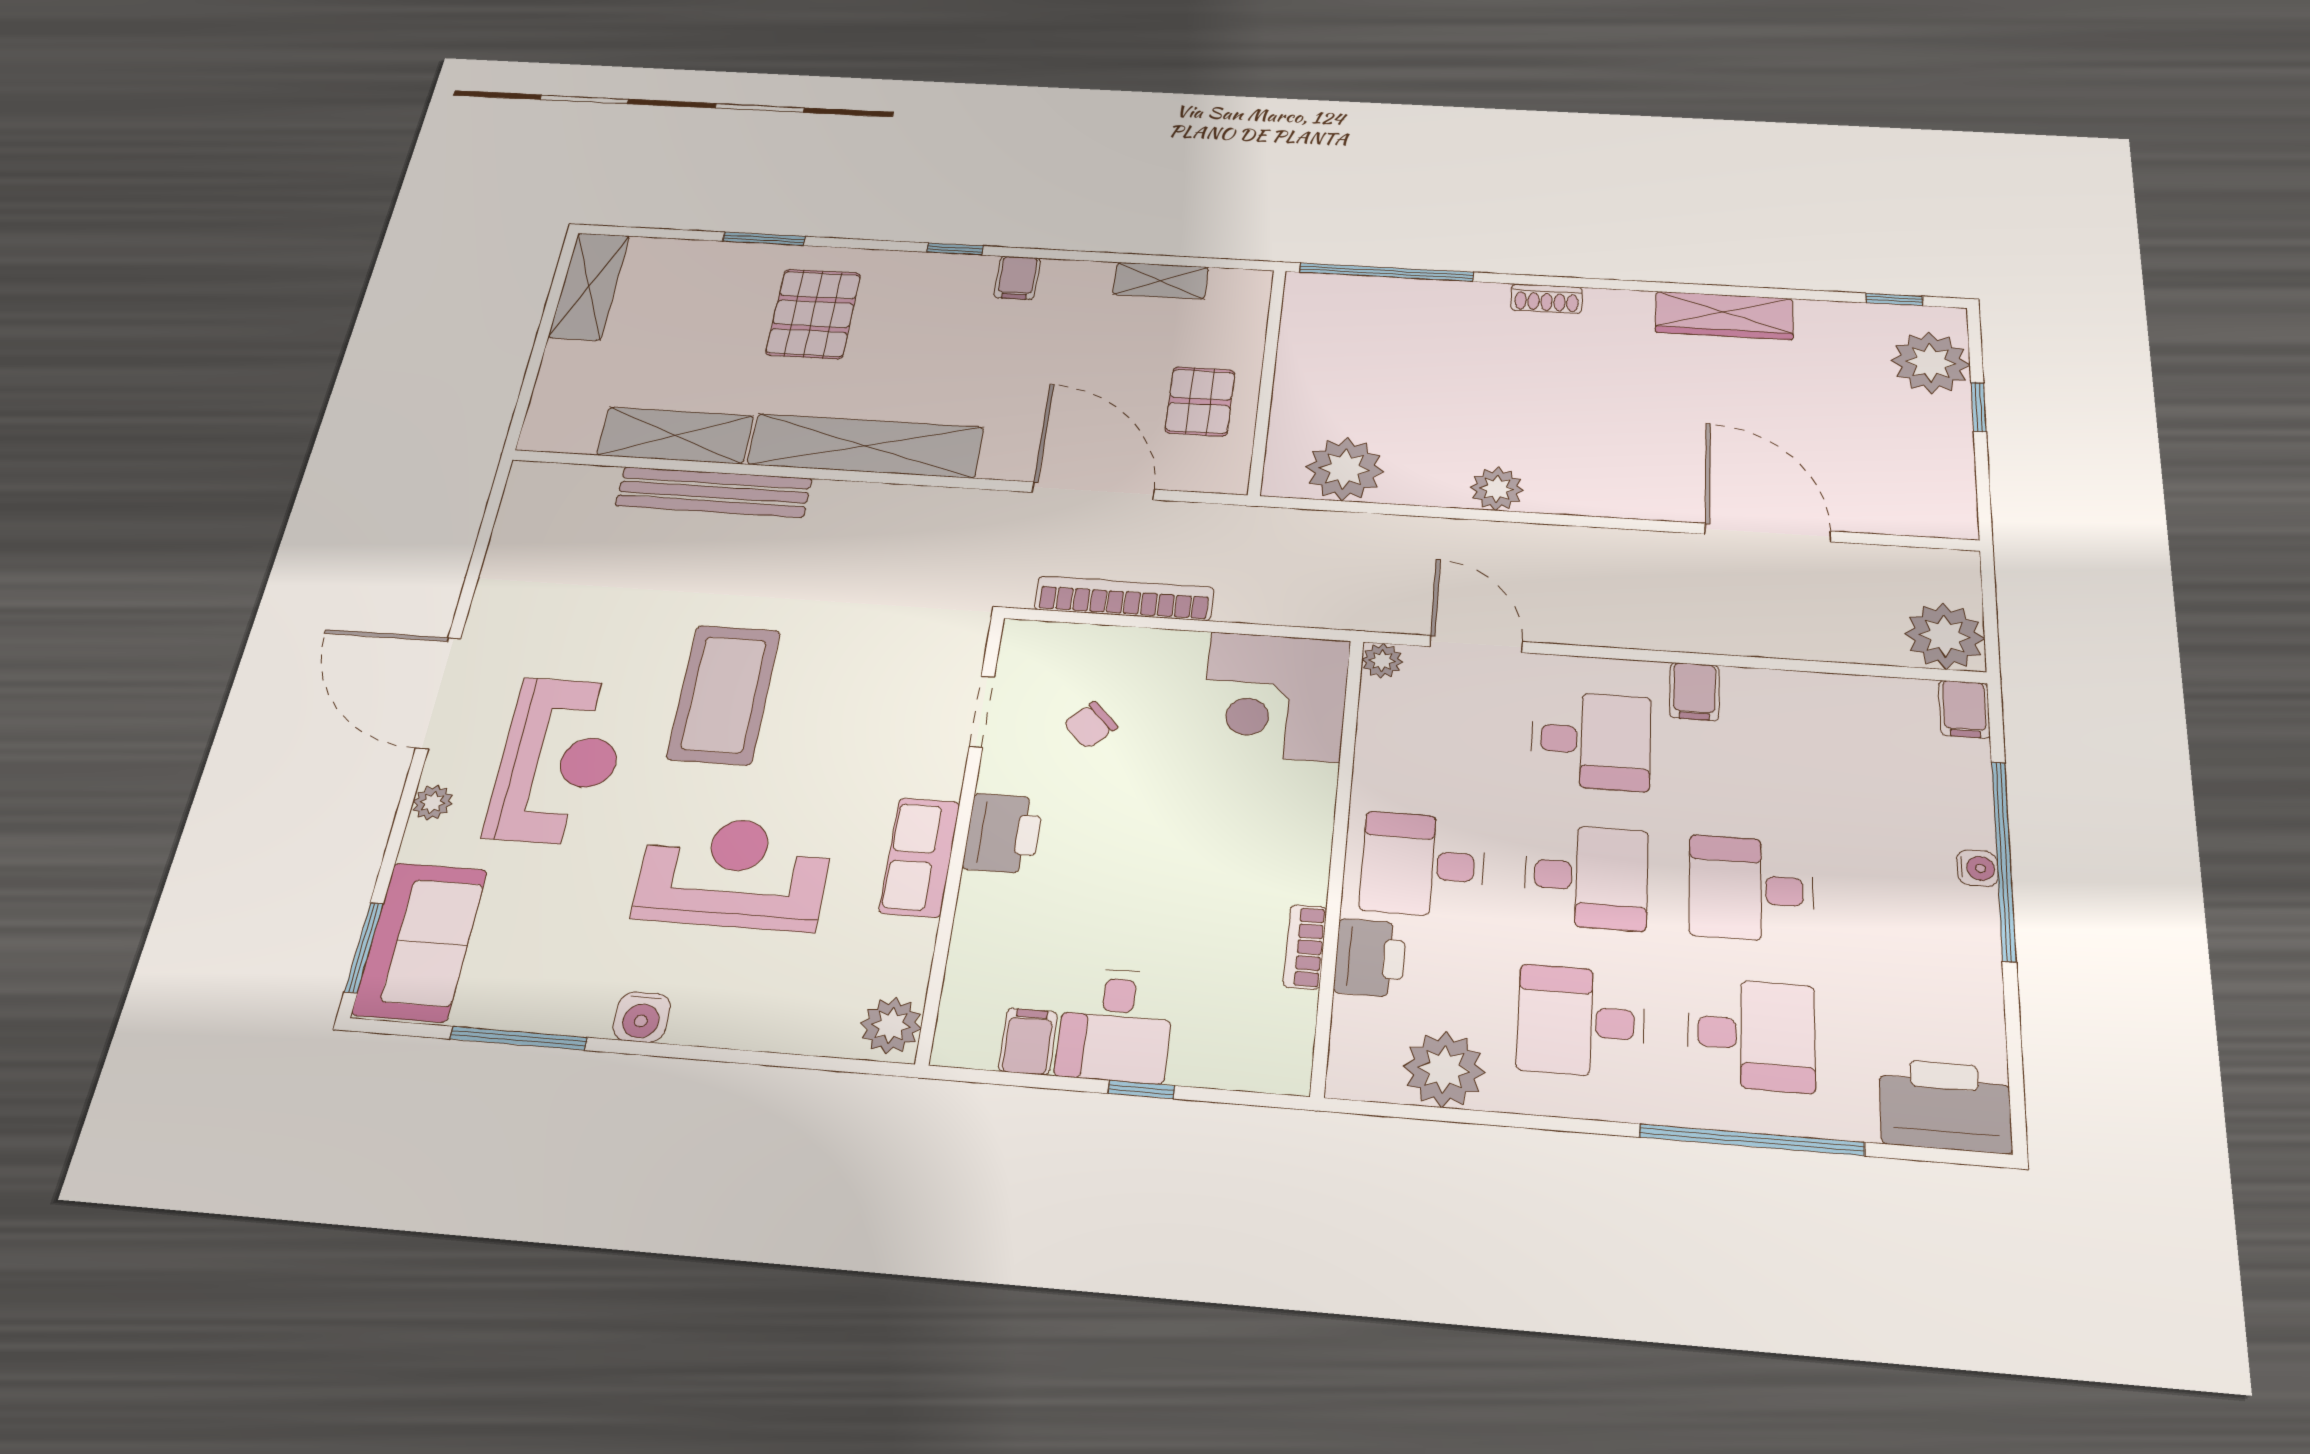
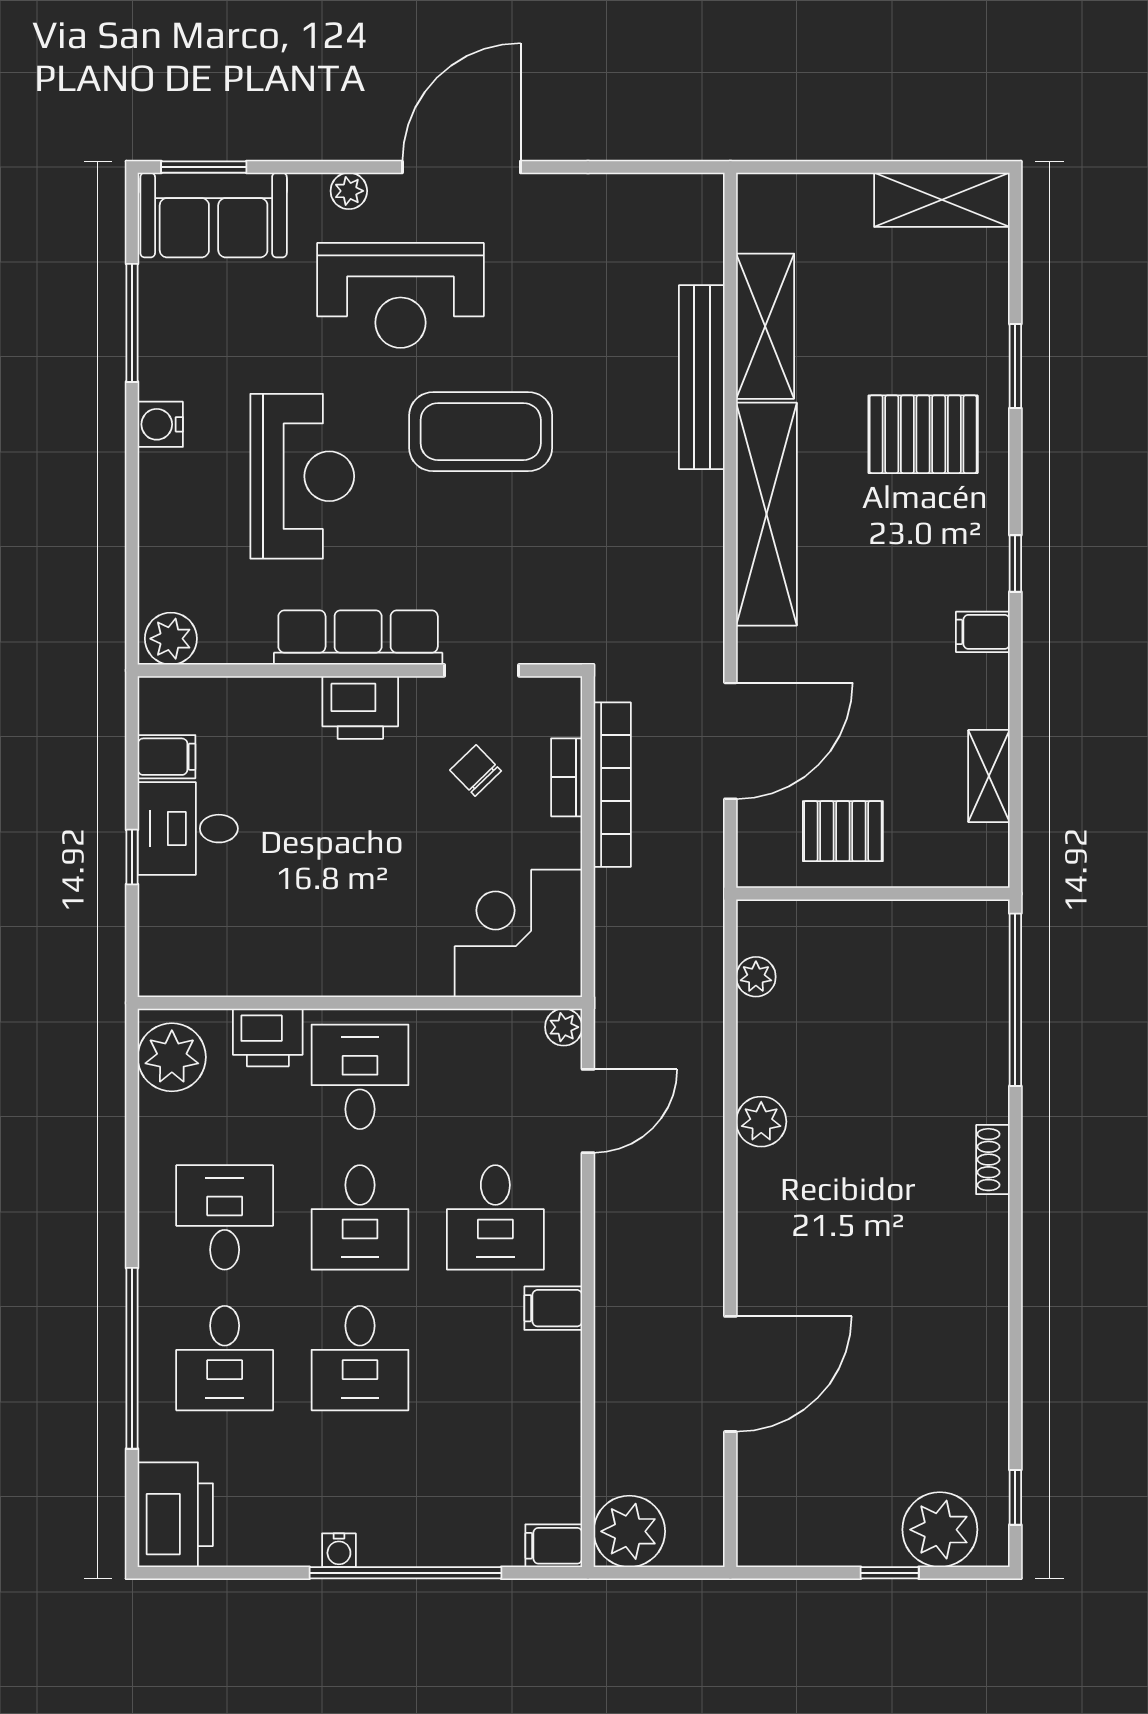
wardrobe: (1724, 315) -> (984, 1333), removed
plant: (1345, 469) -> (756, 977), width x0.53, depth x0.53
row of seats: (920, 857) -> (358, 637), width x1.48
water cooler: (1977, 868) -> (339, 1550), moved
desk: (1751, 889) -> (360, 1358), turned 180
bookcase: (1305, 947) -> (567, 777), moved, turned -90
plant: (1444, 1069) -> (172, 1057), moved

